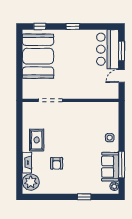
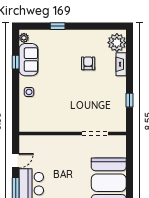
window: (19, 130) -> (129, 100), added
rug: (37, 140) -> (110, 89), removed
window: (122, 165) -> (16, 62), width x0.46

